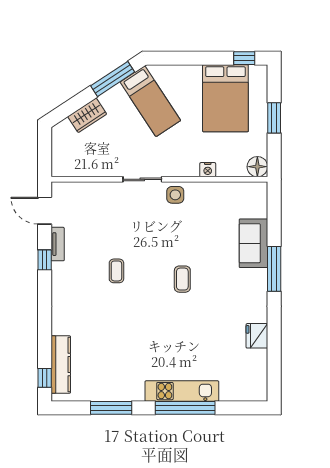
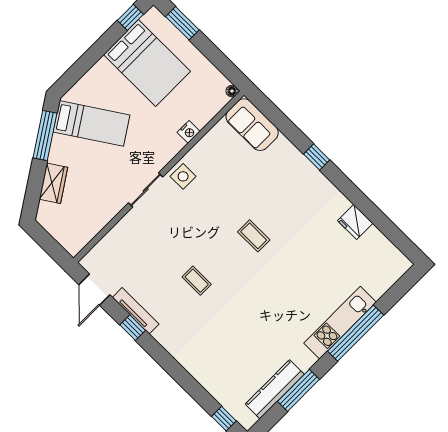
window: (274, 118) -> (182, 23), moved
floor lamp: (257, 167) -> (232, 91), width x0.53, depth x0.53
door: (45, 211) -> (94, 290), hinge flipped
sofa: (253, 243) -> (252, 125), moved
tv unit: (58, 244) -> (136, 311), width x1.41
window: (274, 269) -> (317, 157), width x0.46
kitchen counter: (61, 365) -> (275, 389), moved, turned -90

